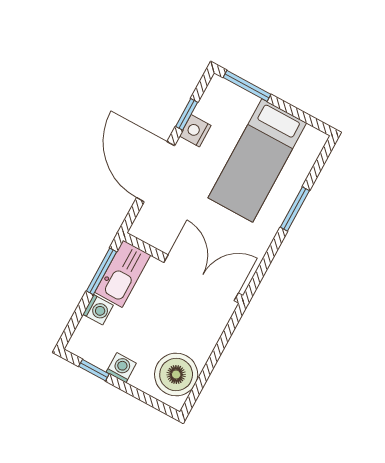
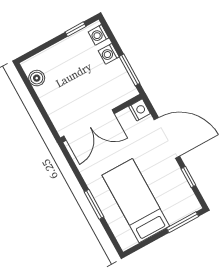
nightstand: (195, 131) -> (140, 110), moved
kitchen sink: (123, 274) -> (120, 81), removed
washing machine: (121, 368) -> (98, 35), moved, turned 90
boiler: (176, 375) -> (37, 78), width x0.54, depth x0.54

